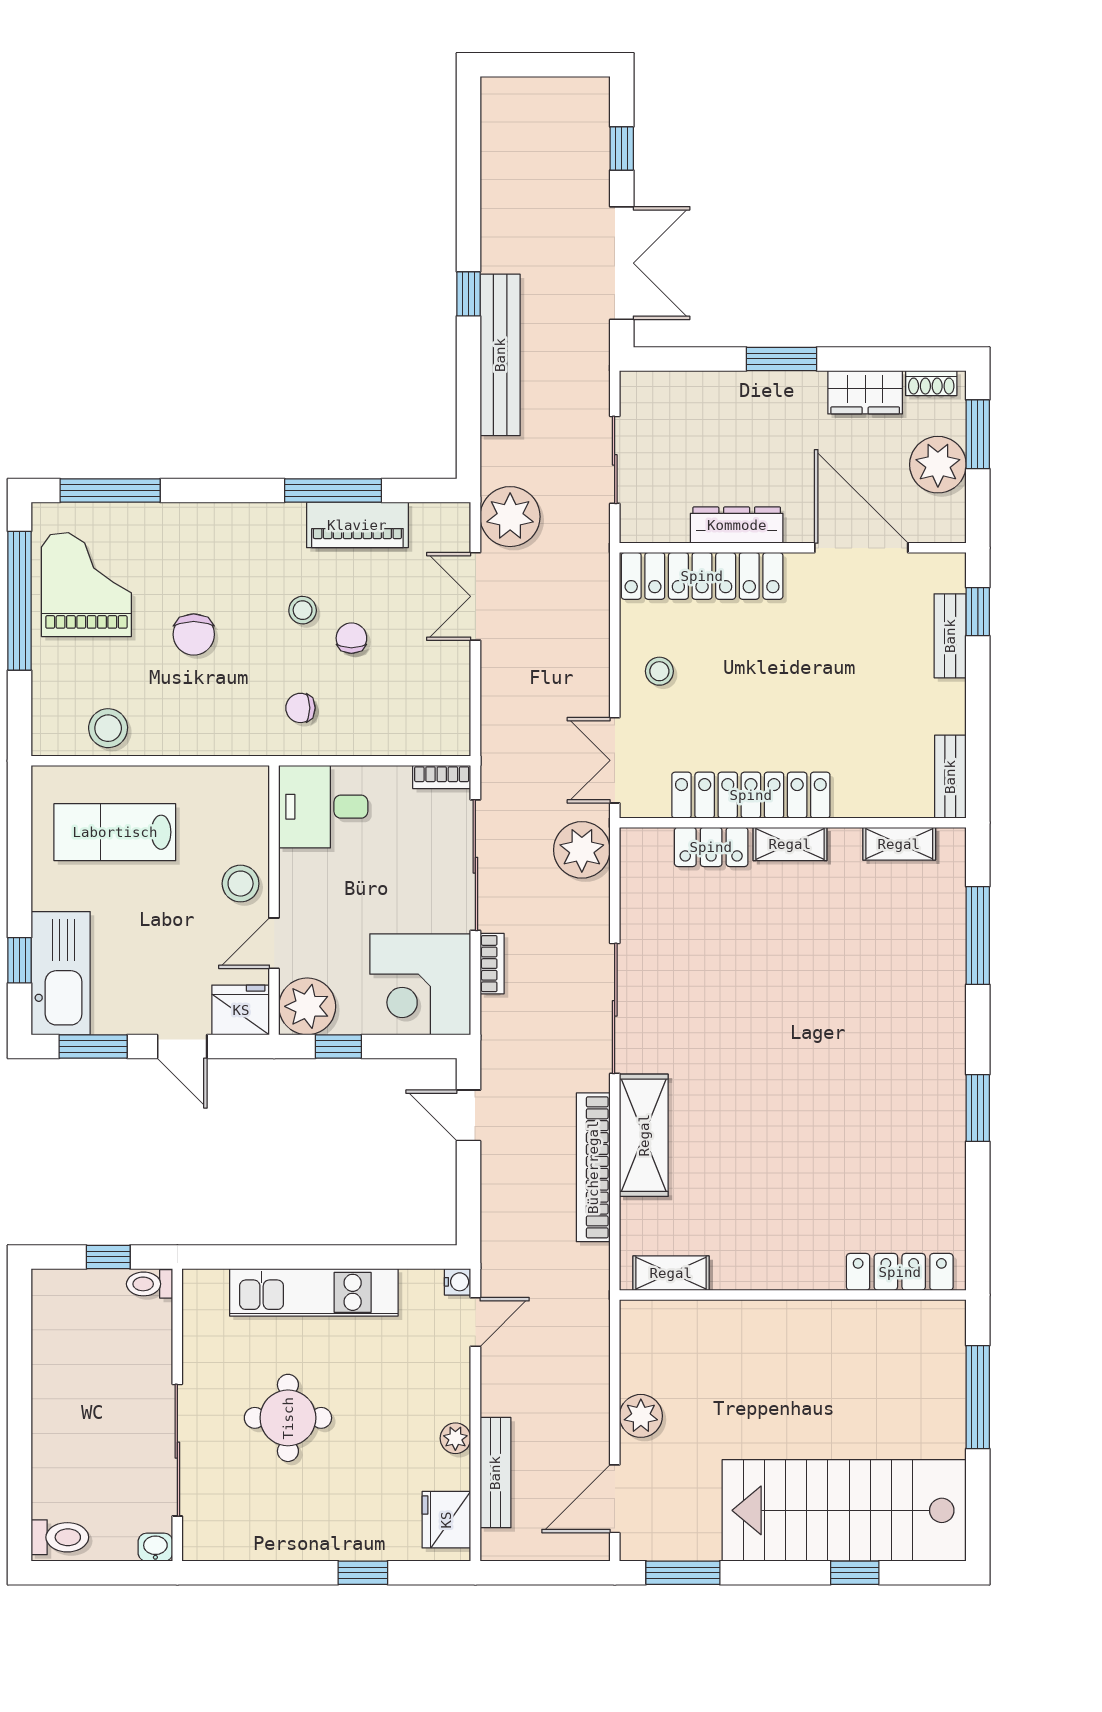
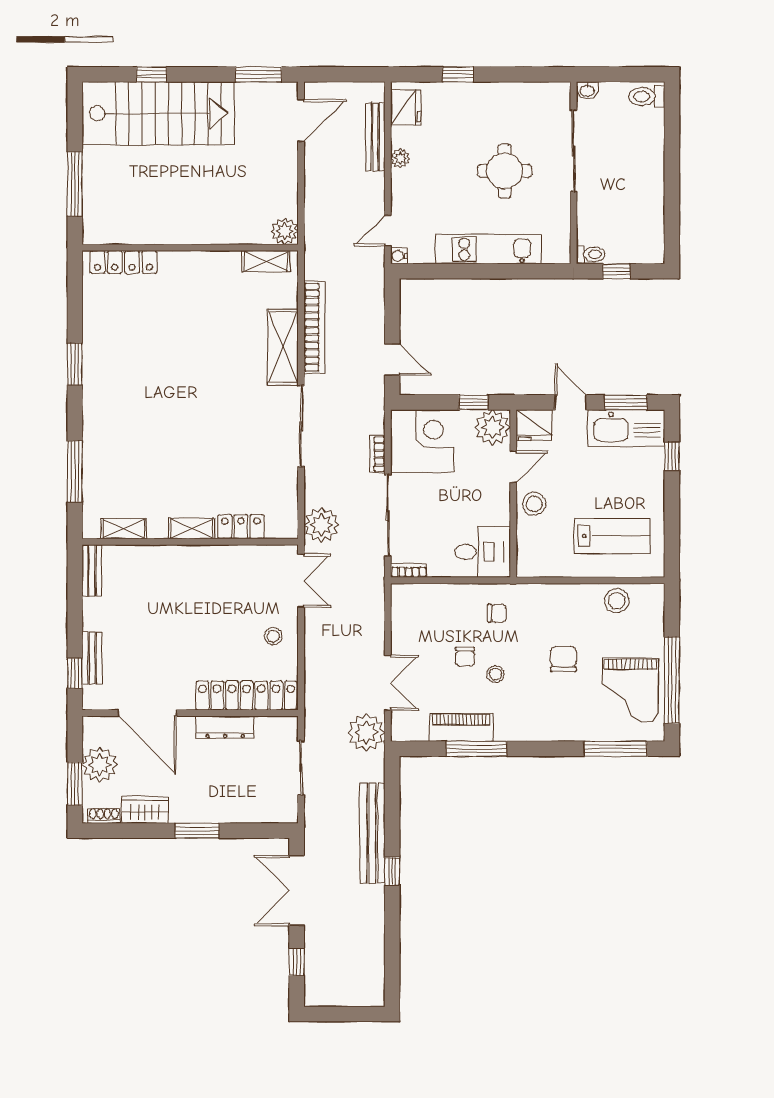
locker: (751, 795) -> (216, 559), removed
kitchen sink: (61, 973) -> (626, 428), moved, turned -90
plant: (641, 1416) -> (285, 231), moved

